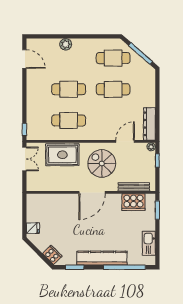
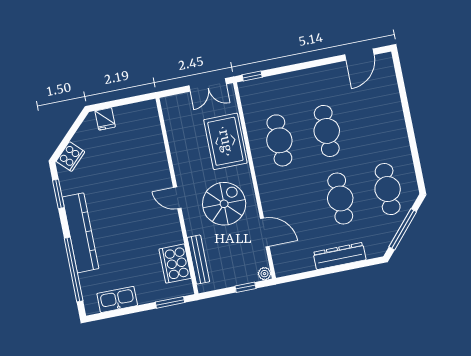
plant: (66, 44) -> (394, 113), removed
dresser: (149, 124) -> (340, 256), moved
door: (92, 192) -> (177, 198), width x0.53

